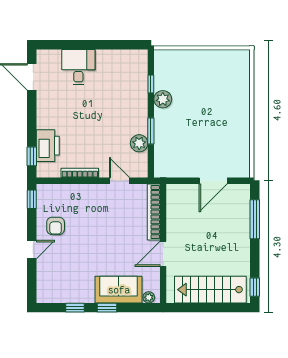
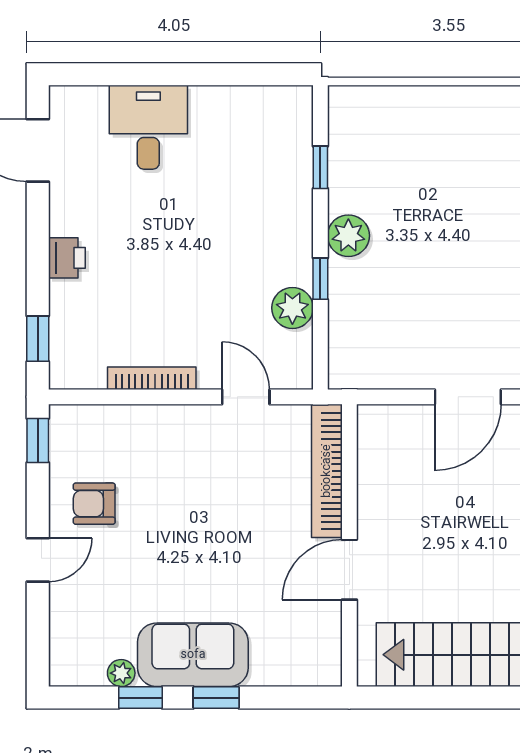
plant: (163, 99) -> (348, 236), moved
window: (151, 131) -> (320, 279), width x0.67
printer: (48, 146) -> (67, 258), moved, width x0.53, depth x0.68
armchair: (56, 226) -> (94, 504), turned 90
sofa: (119, 290) -> (193, 655), moved
plant: (149, 297) -> (121, 673), moved

